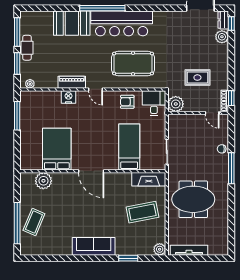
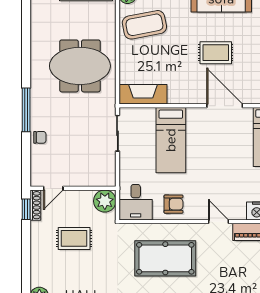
door: (212, 113) -> (53, 188), swing flipped
rug: (97, 209) -> (216, 53), added
coffee table: (142, 212) -> (144, 25), moved

